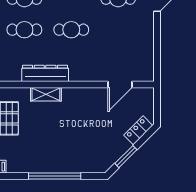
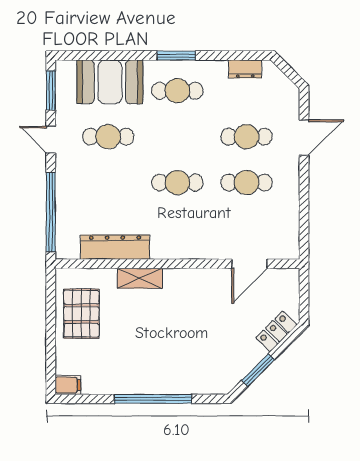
cafe table: (24, 30) -> (247, 183), moved
dresser: (45, 73) -> (115, 247), moved

